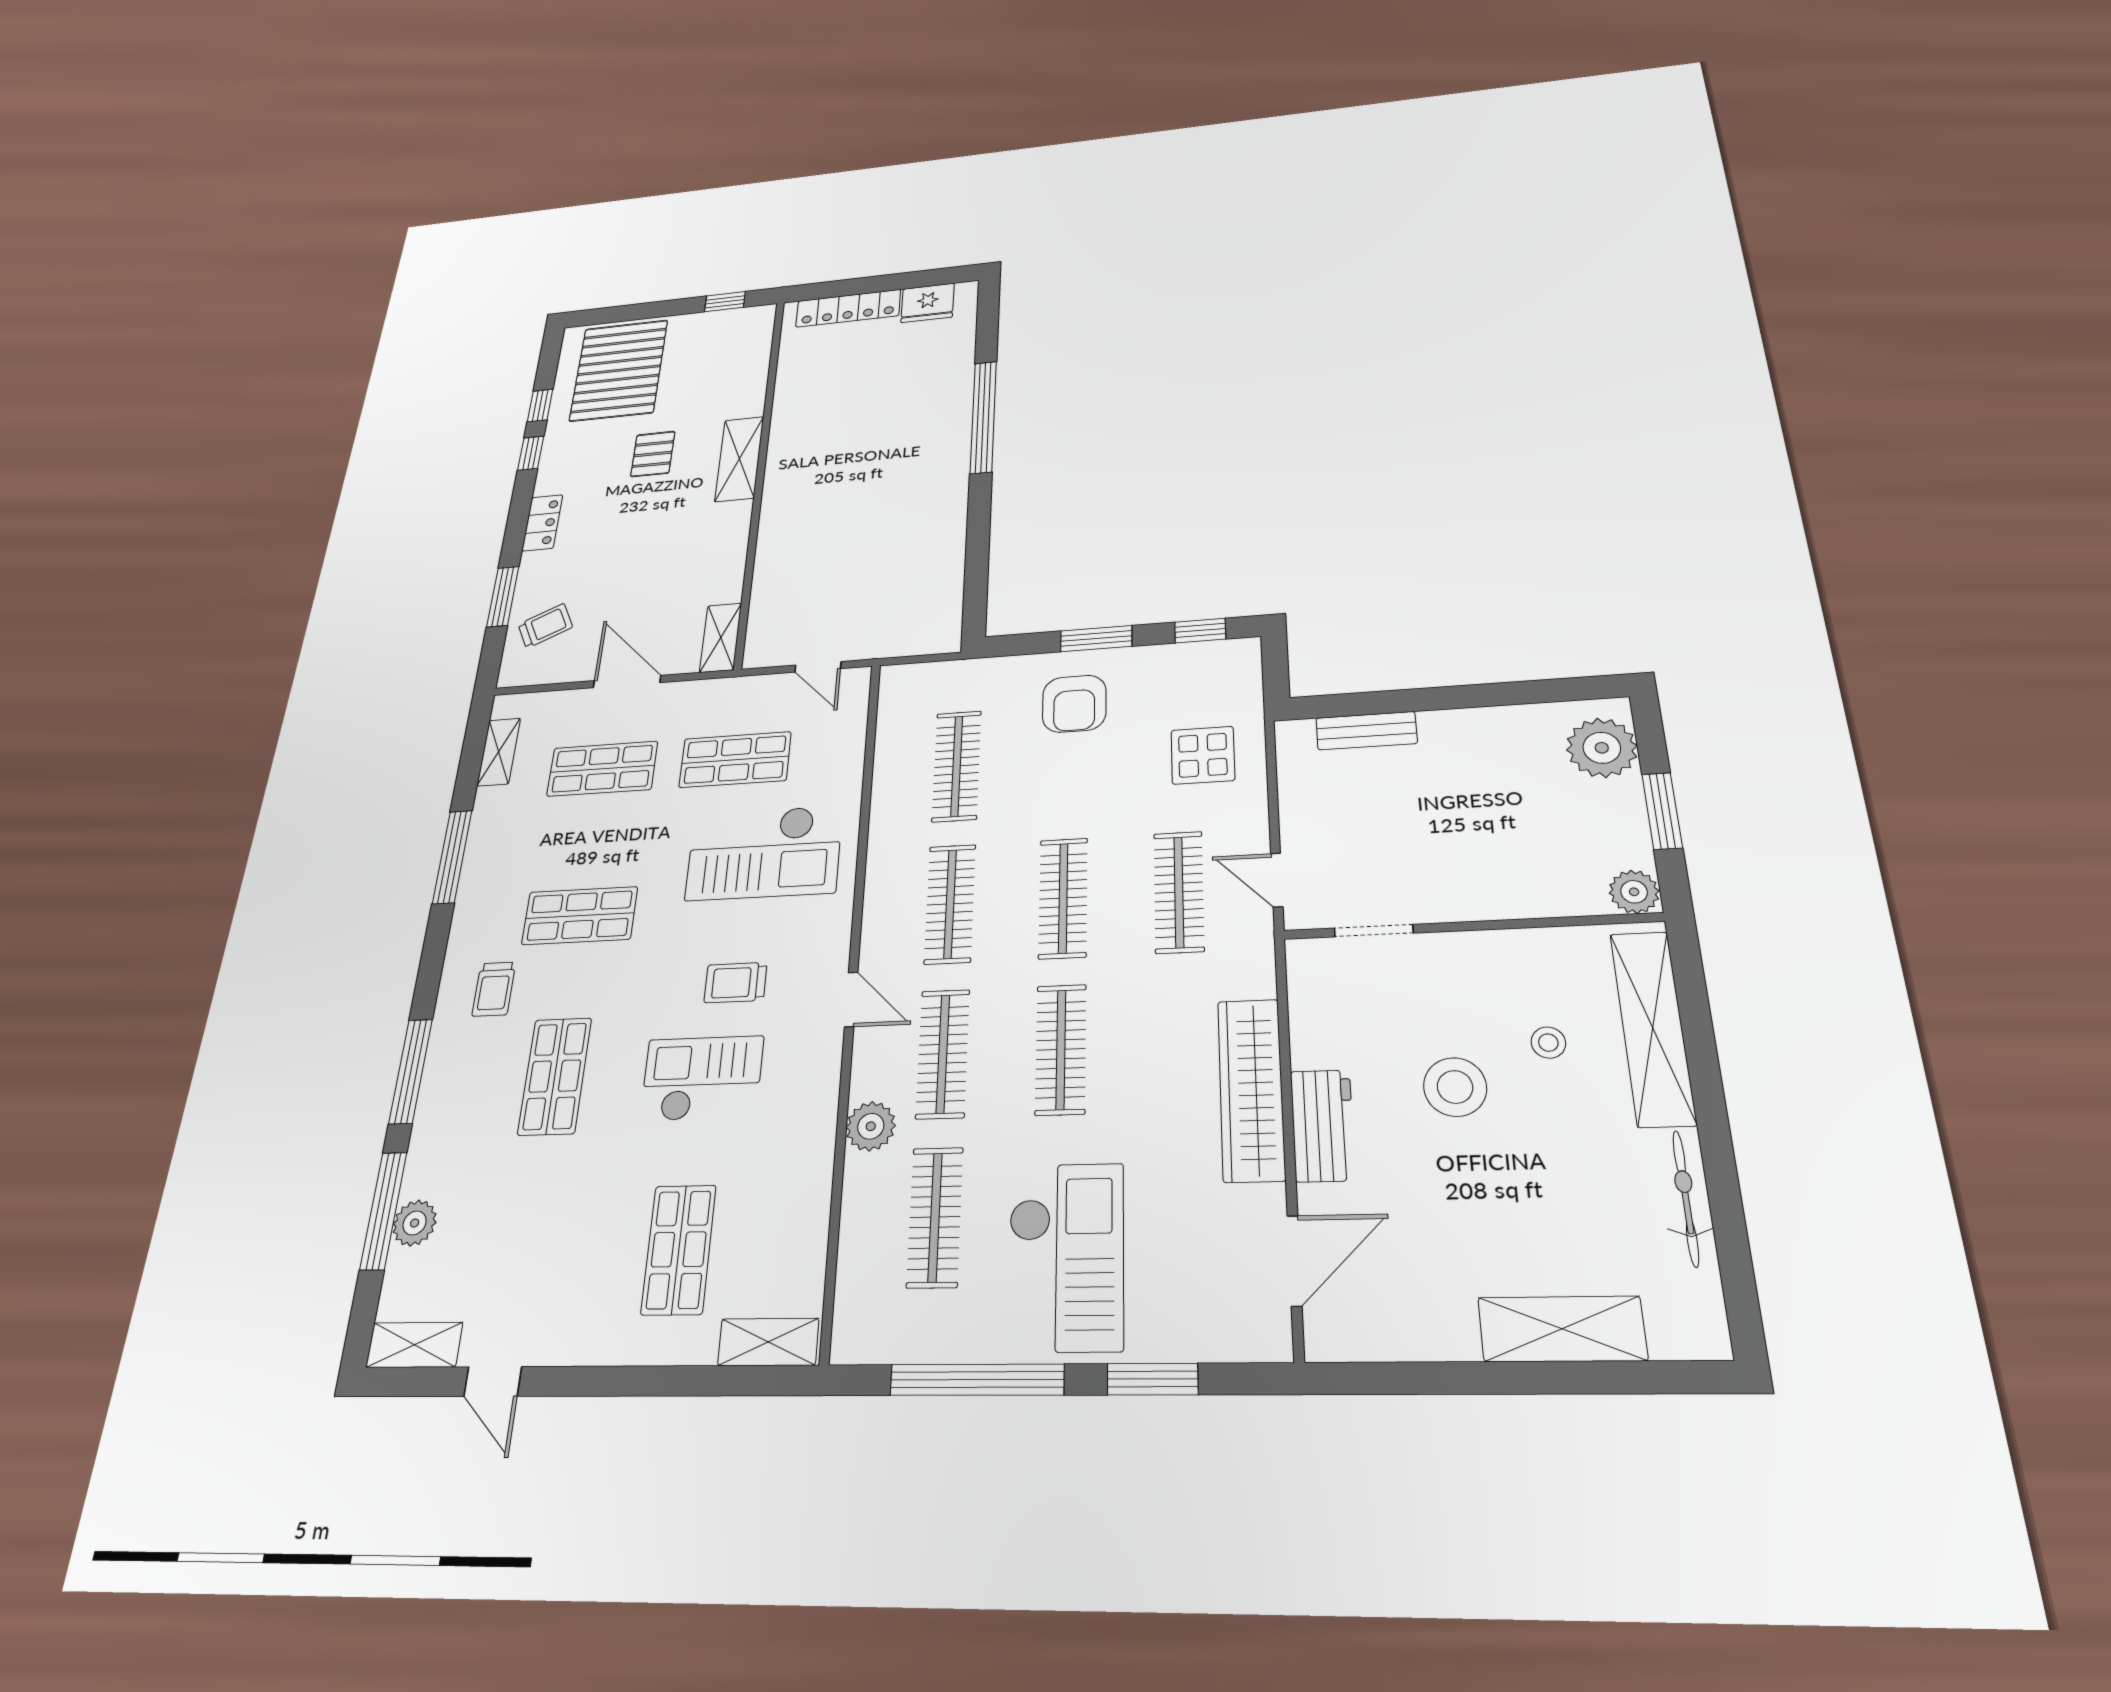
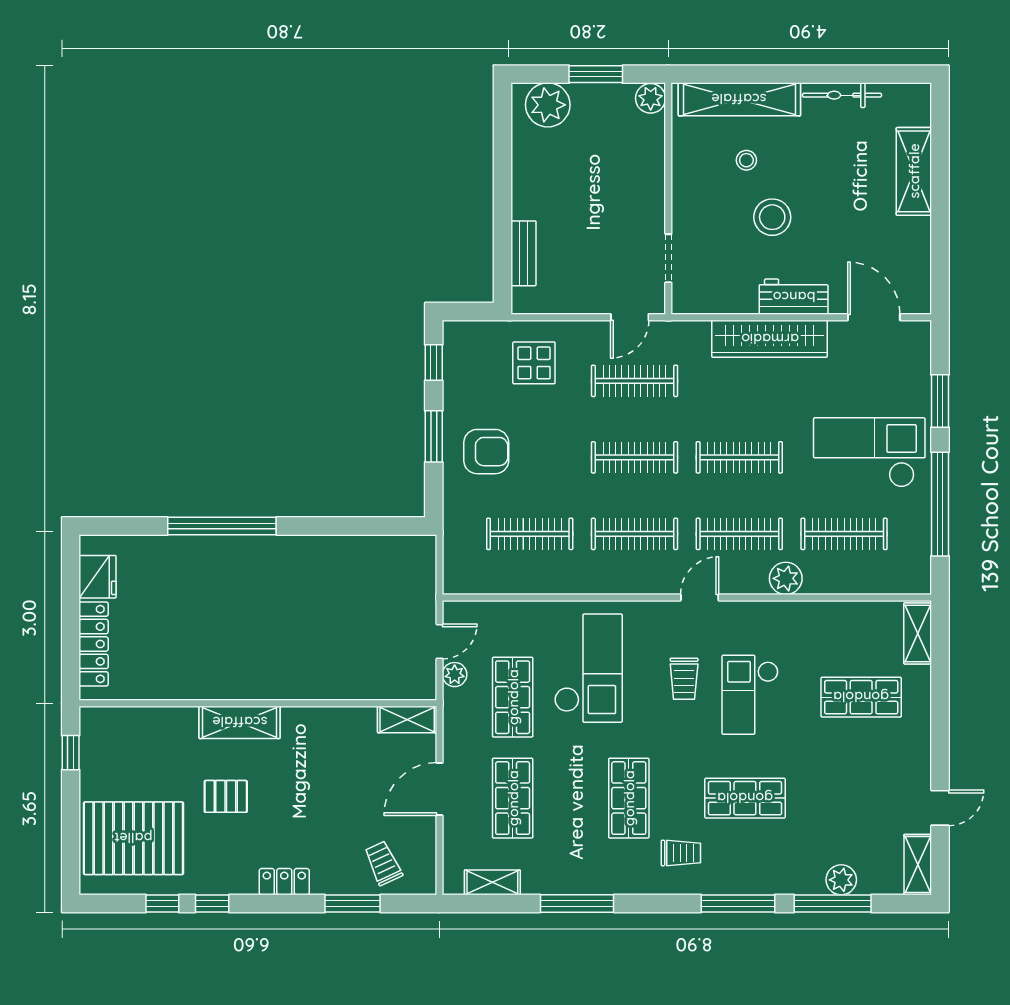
plant: (773, 688) -> (455, 675), added

